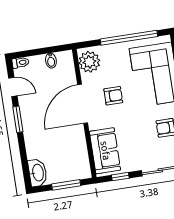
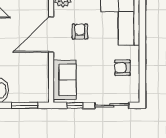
armchair: (113, 96) -> (80, 31), turned -90

